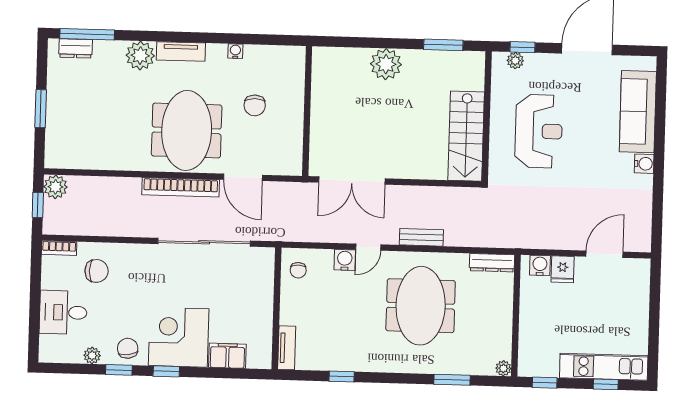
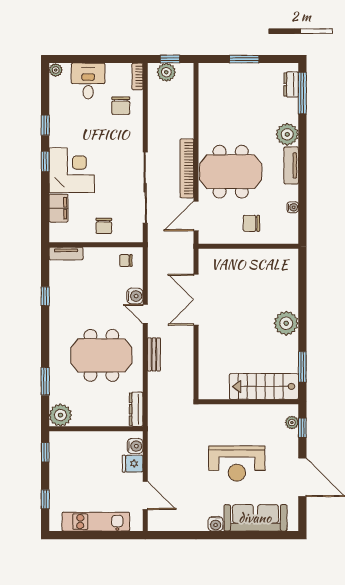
wall: (307, 111) -> (248, 246), moved
reception desk: (539, 131) -> (237, 463), moved
stairs: (466, 136) -> (264, 386), moved
plant: (55, 187) -> (166, 72), moved
chair: (128, 348) -> (104, 226), moved, turned 98
plant: (92, 355) -> (56, 70), moved
kitchen unit: (604, 367) -> (96, 522), moved, turned -90
plant: (503, 368) -> (60, 415), width x1.88, depth x1.88

